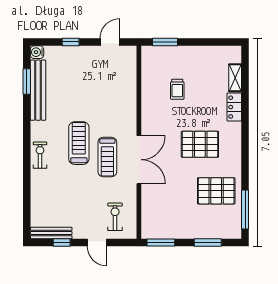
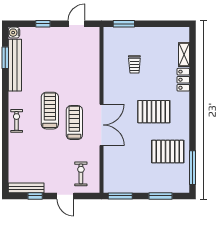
treadmill: (107, 157) -> (74, 123), turned 180

